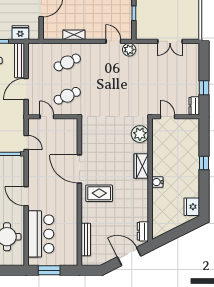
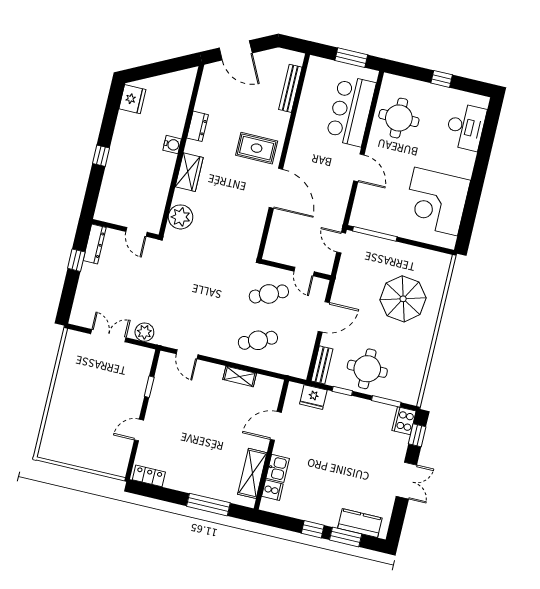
plant: (129, 50) -> (144, 332), moved
bench: (20, 61) -> (322, 365), width x0.73
dresser: (194, 106) -> (95, 244), width x1.44
dresser: (143, 231) -> (198, 126), moved

